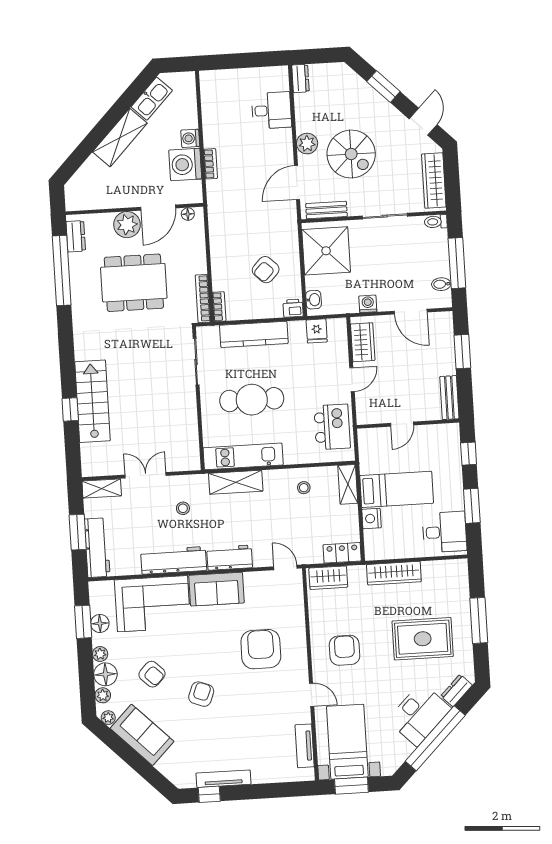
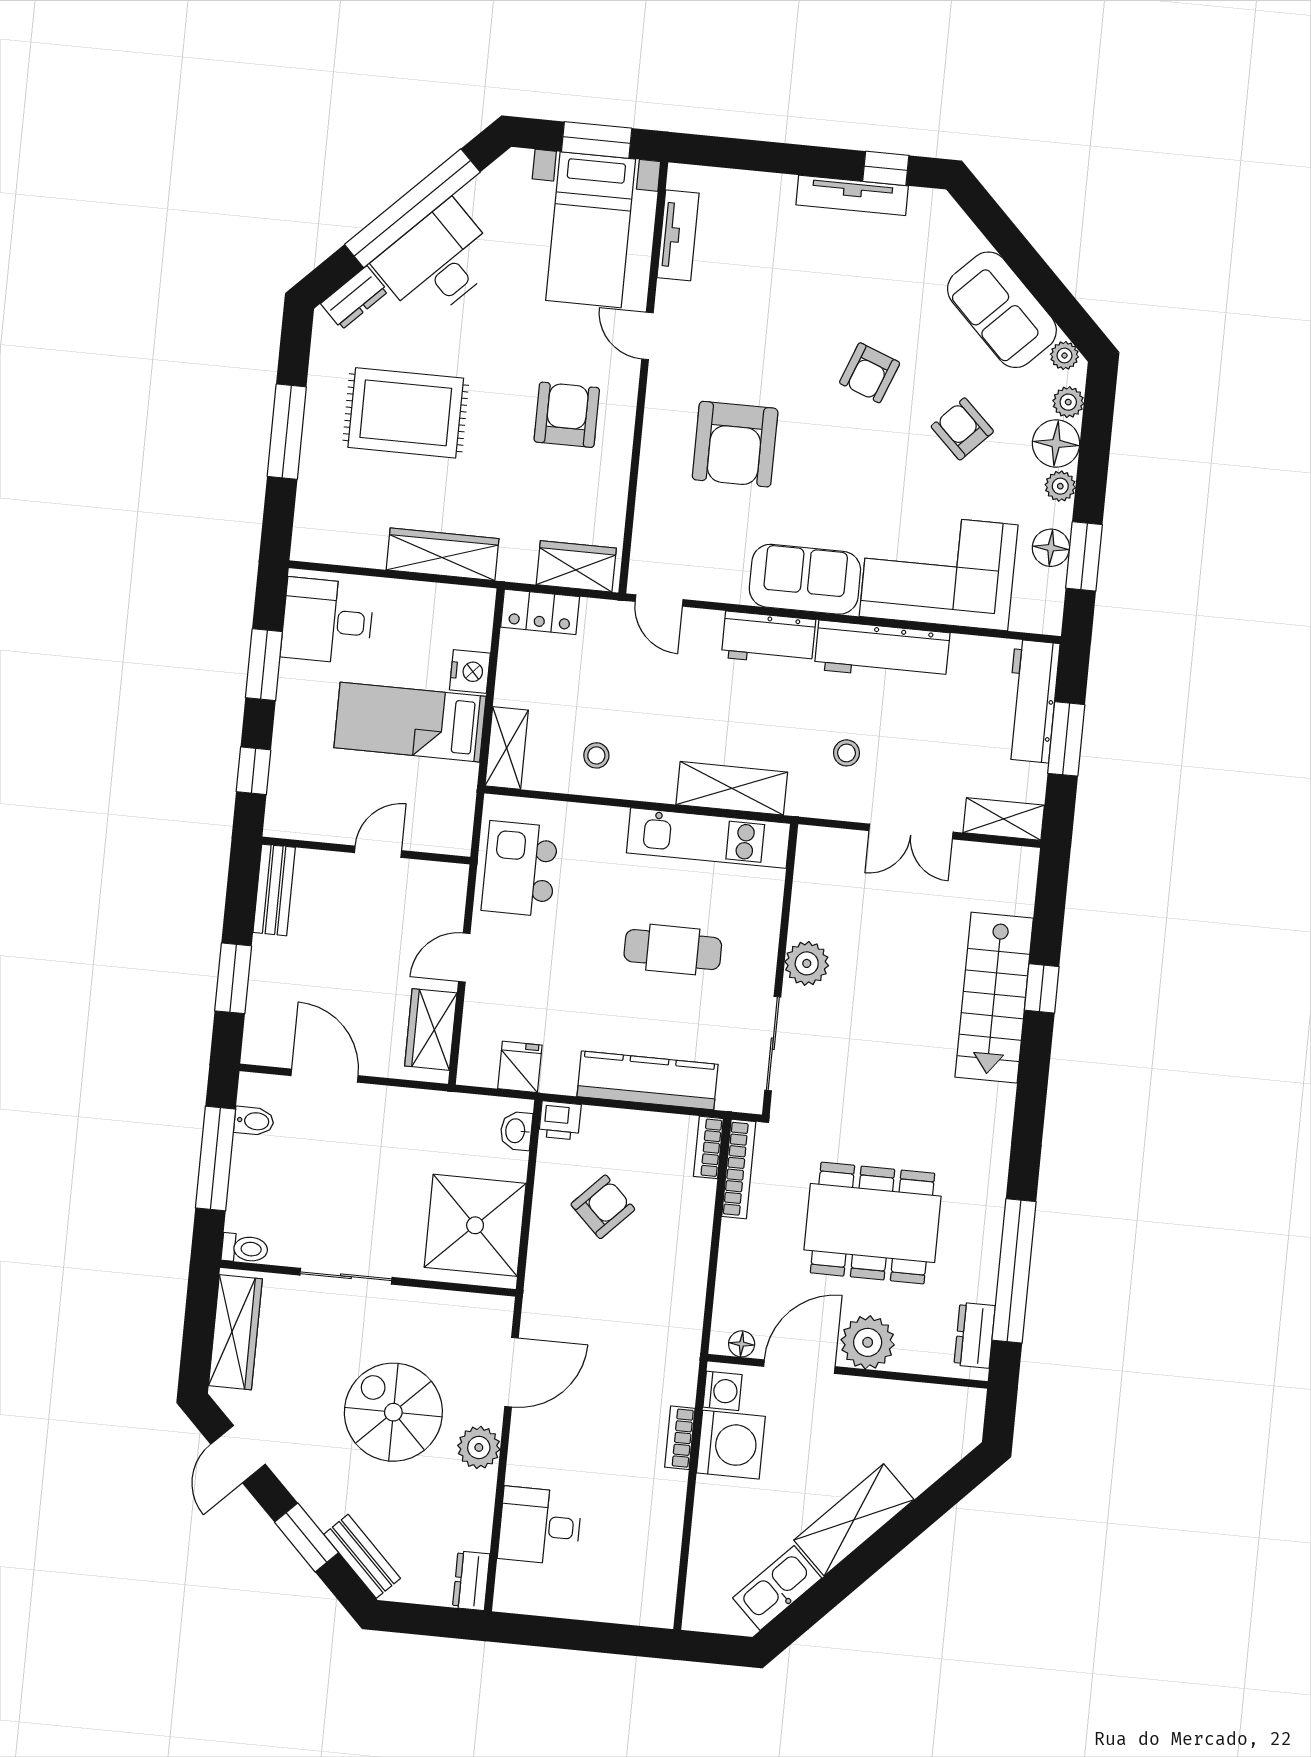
washing machine: (190, 138) -> (723, 1391), moved
bench: (326, 210) -> (362, 1556), moved, turned 45
washing machine: (368, 304) -> (408, 1105), removed
cafe table: (252, 400) -> (673, 950), width x0.73, depth x0.74
plant: (186, 403) -> (807, 963), added
armchair: (345, 650) -> (567, 415), turned 180

